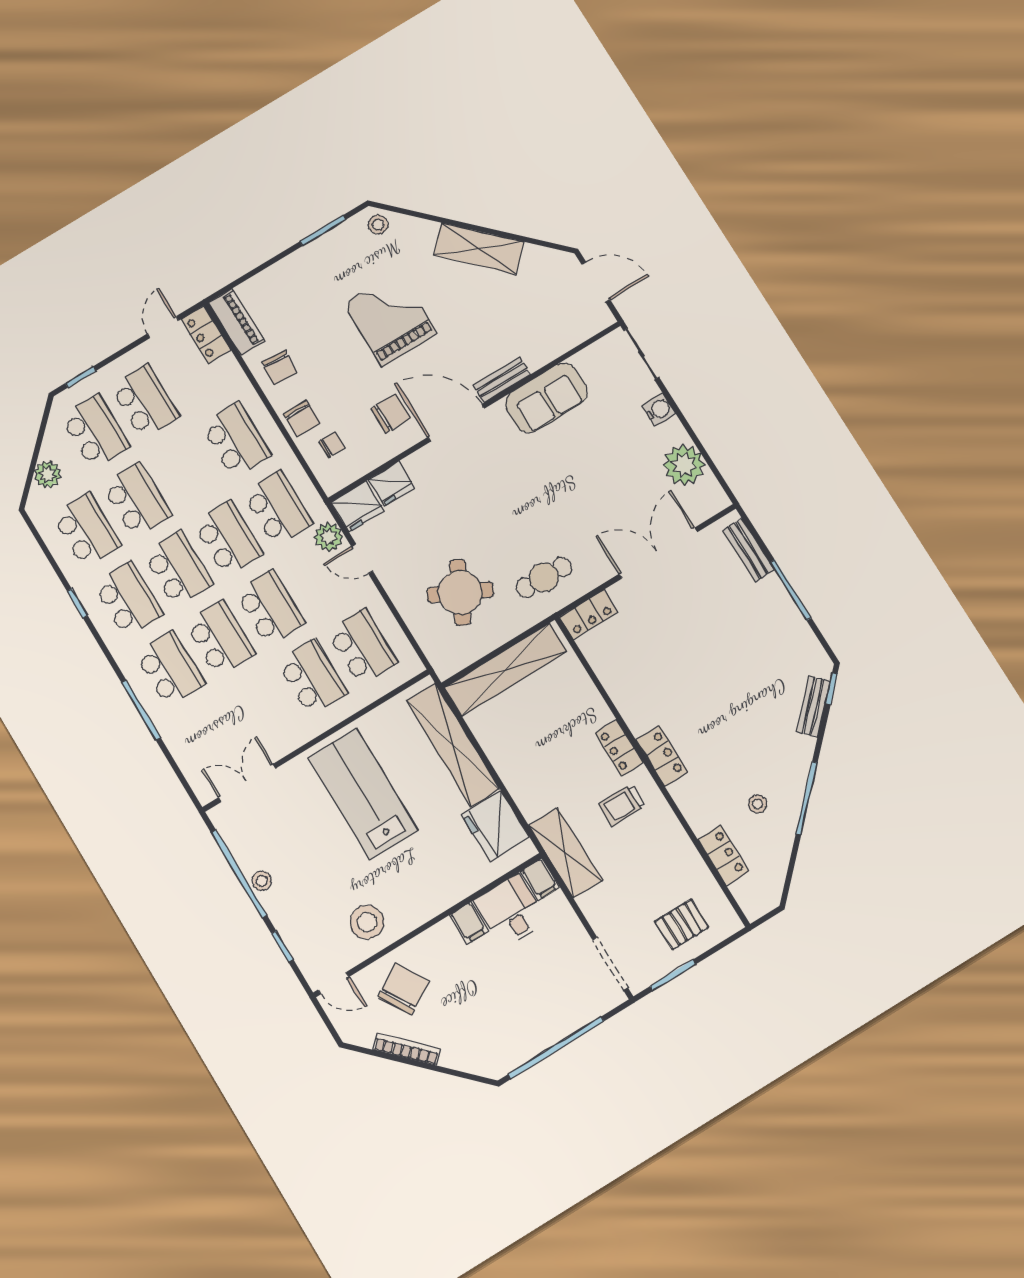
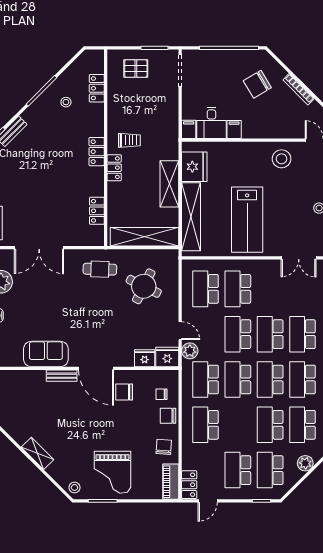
shelving: (479, 248) -> (38, 453), width x0.67, depth x0.75
grand piano: (390, 319) -> (113, 472), moved
chair: (302, 418) -> (168, 416), turned -90
locker: (589, 614) -> (97, 211), moved, turned -90
shelving: (565, 853) -> (169, 184), moved
chair: (403, 989) -> (257, 84), moved

